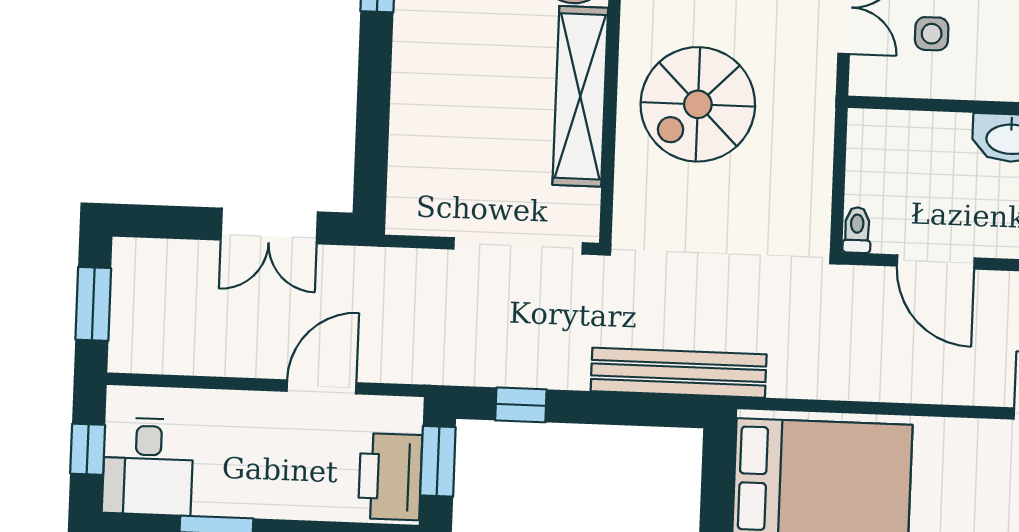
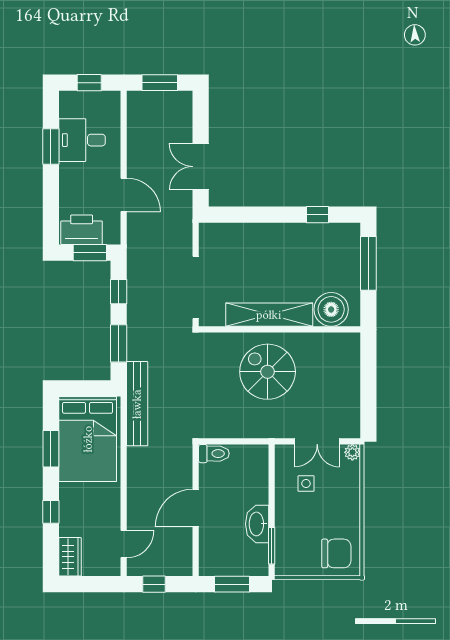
toilet: (857, 230) -> (214, 454), width x1.37, depth x1.39
door: (936, 262) -> (196, 508), moved
bench: (679, 373) -> (137, 404), moved
window: (628, 409) -> (119, 343), added
desk: (148, 466) -> (82, 140), moved

